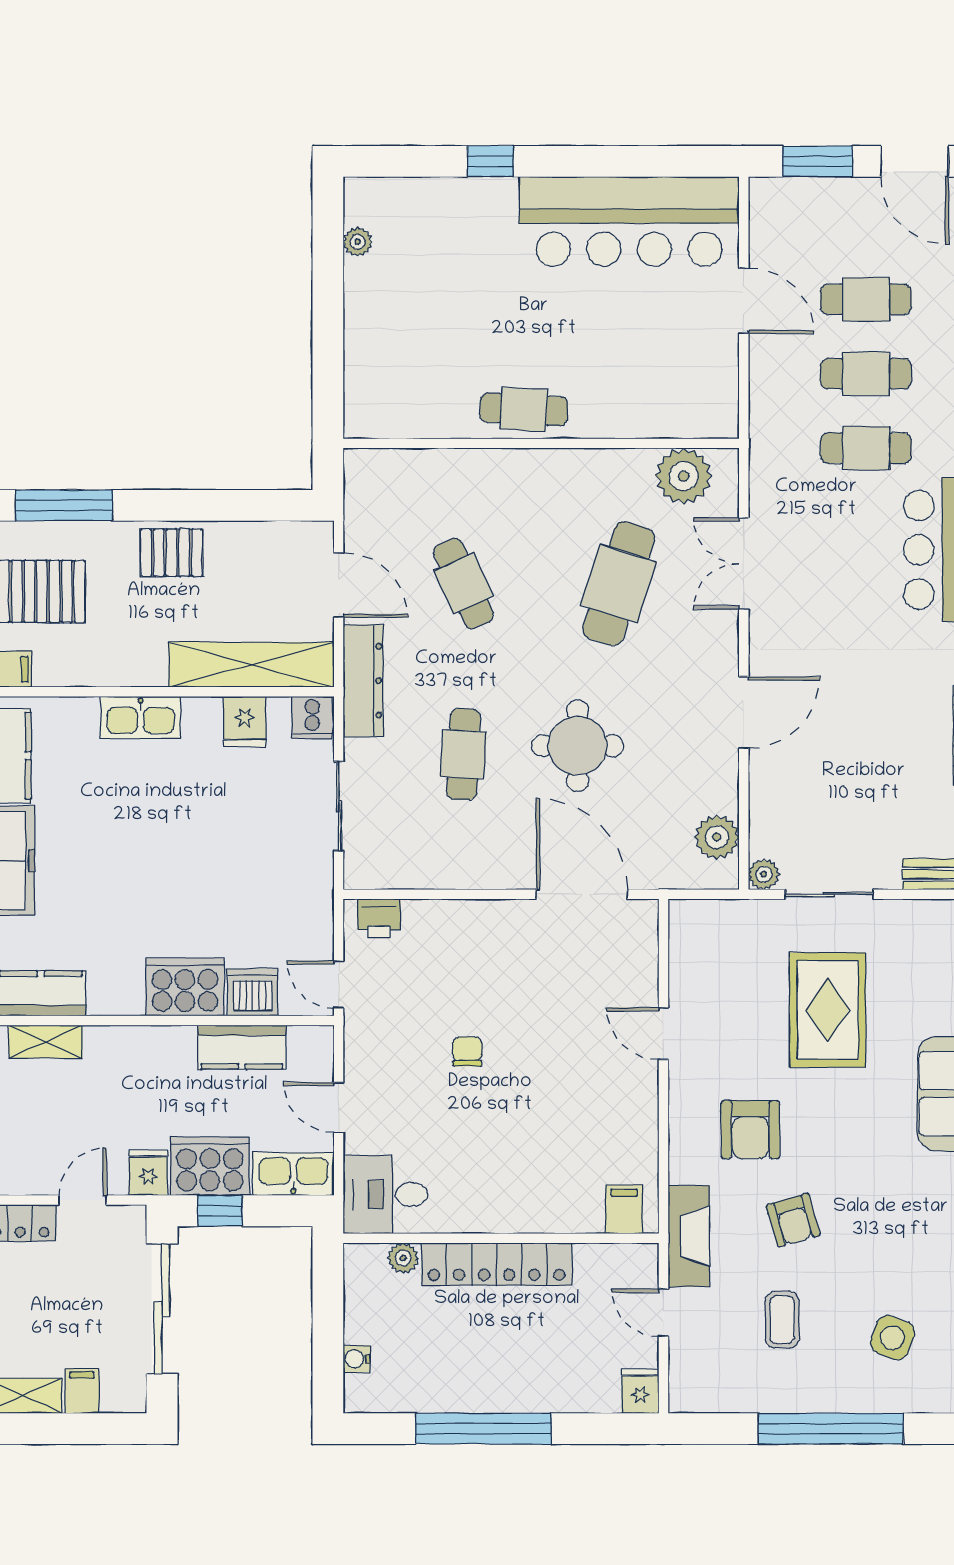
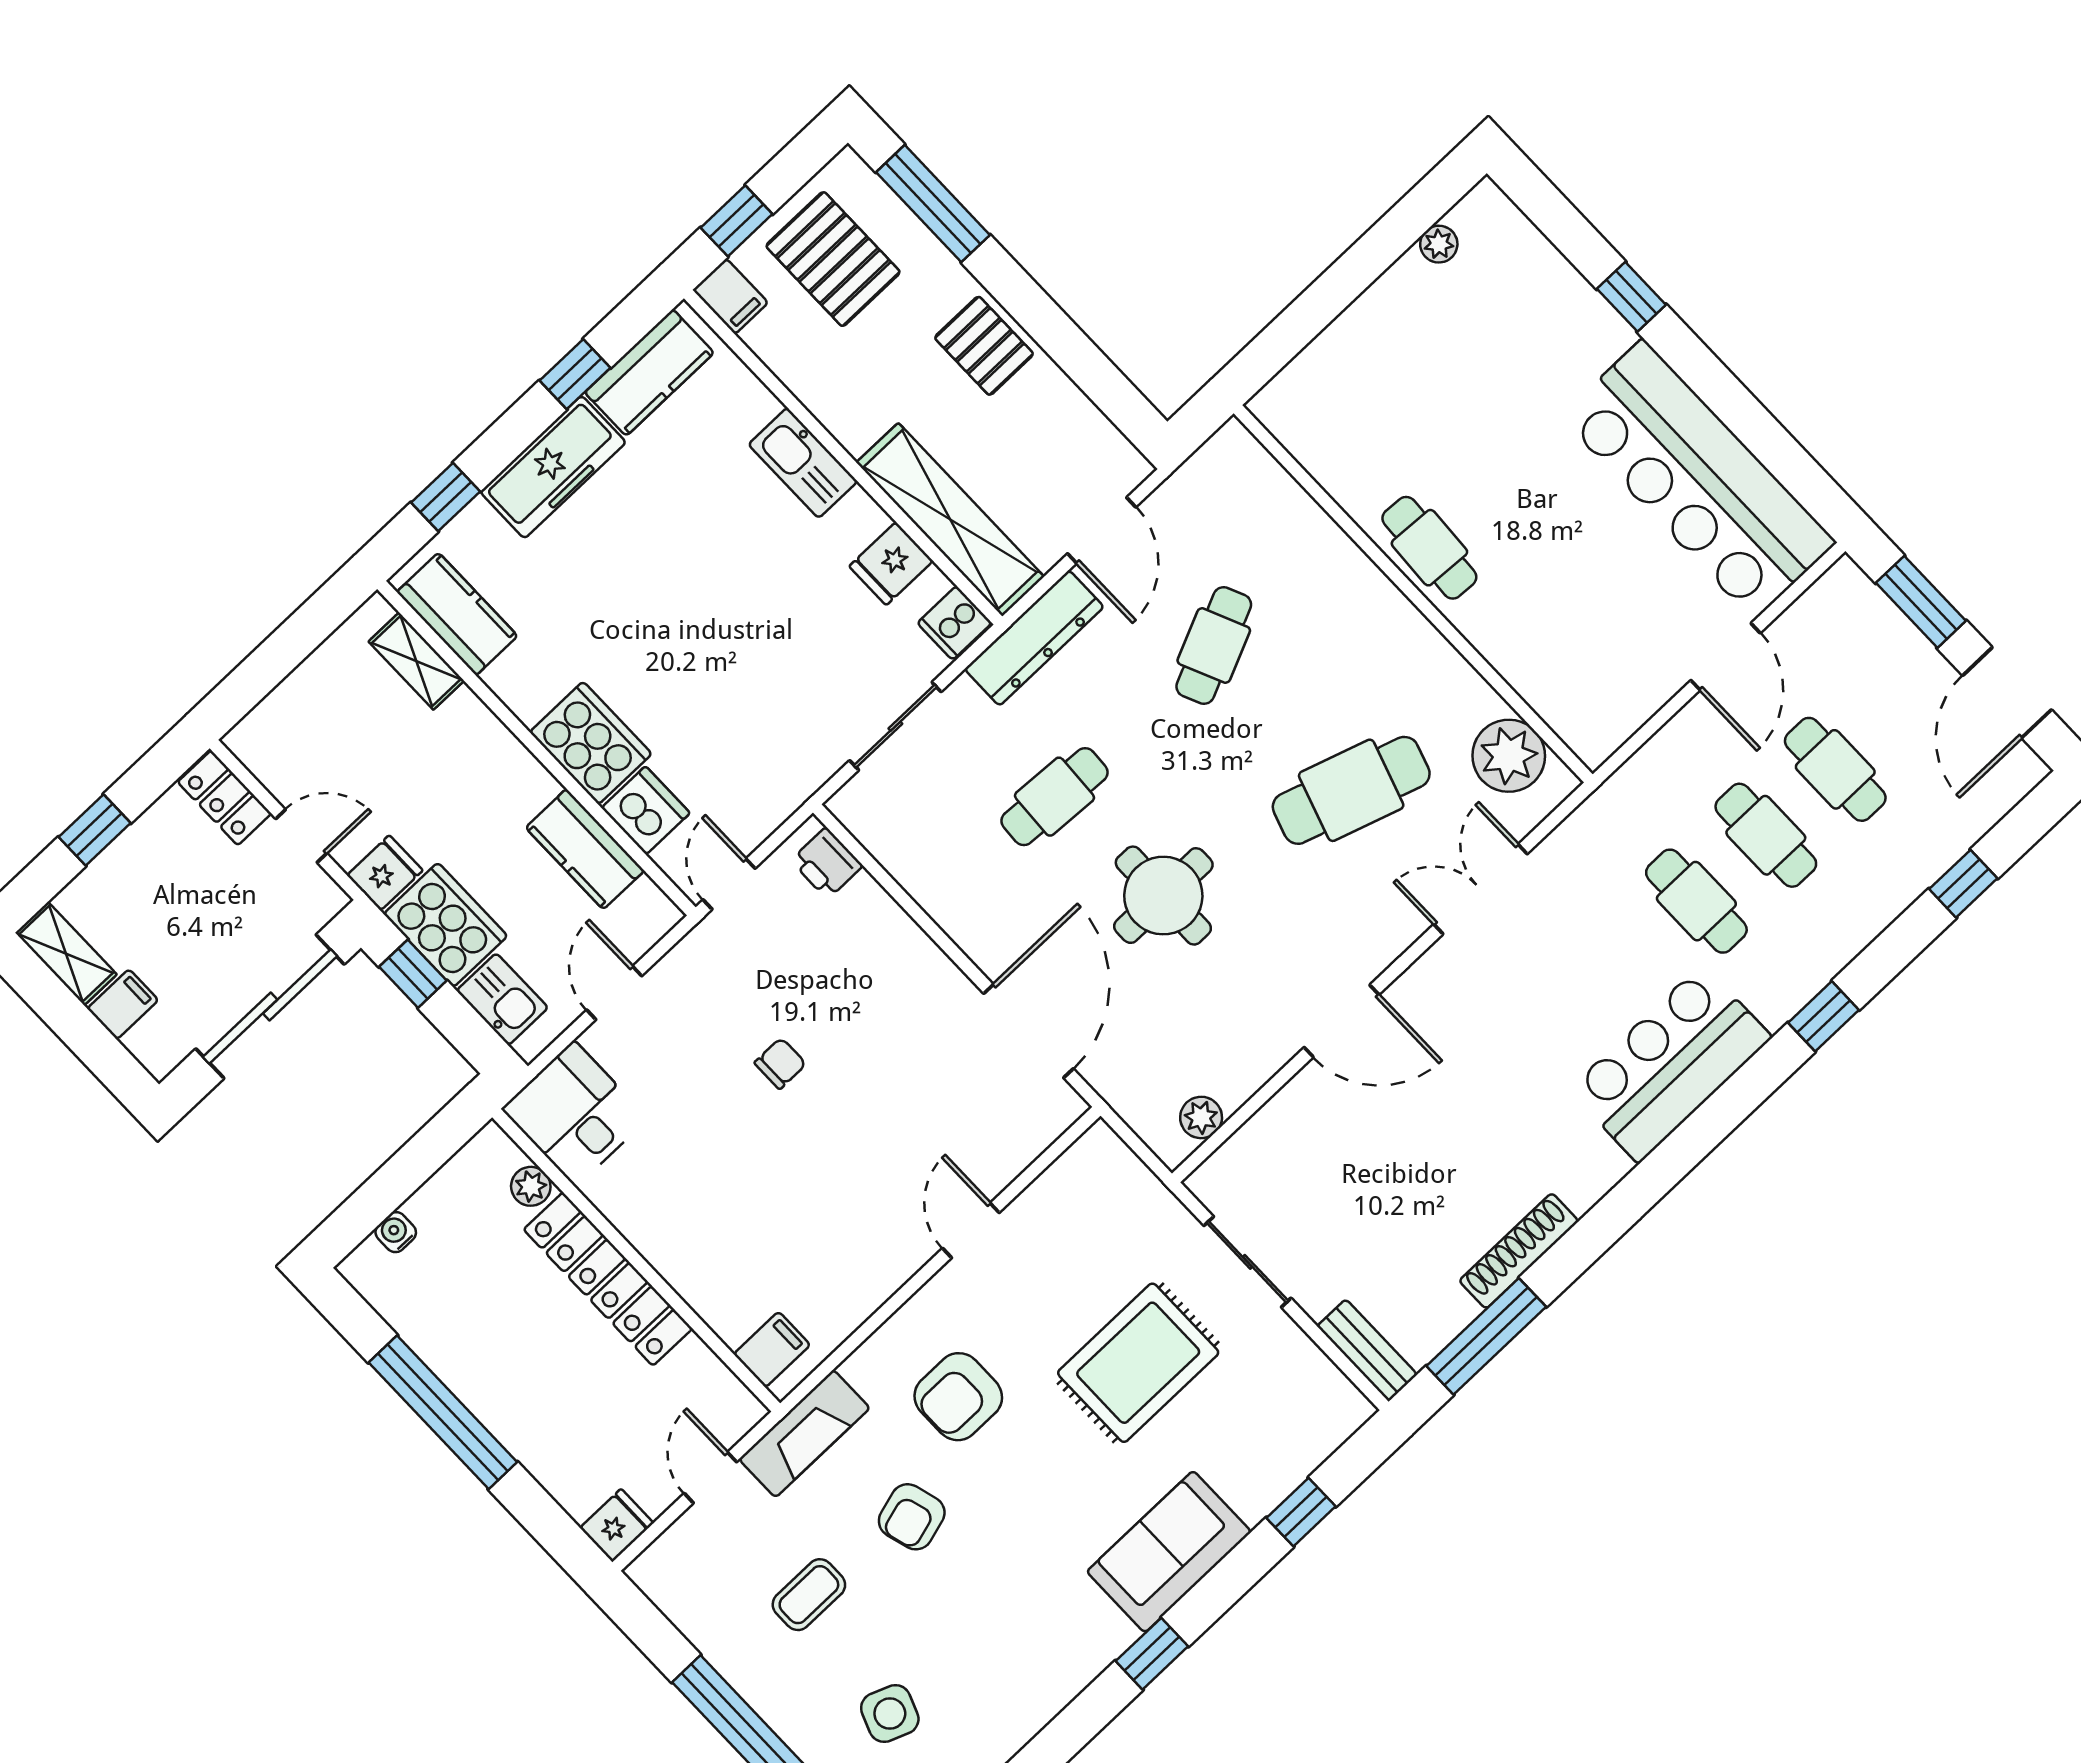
plant: (717, 837) -> (1201, 1117), width x0.73, depth x0.73
plant: (764, 874) -> (1208, 1183), removed
kitchen sink: (293, 1174) -> (502, 999), width x0.73

